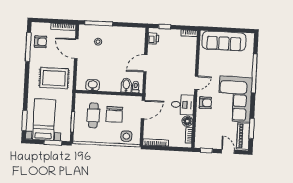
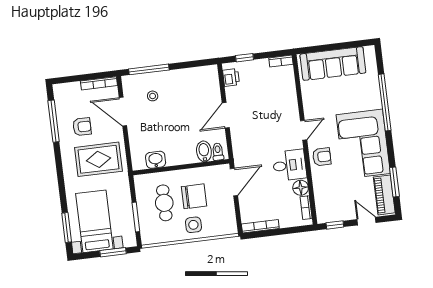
armchair: (41, 42) -> (82, 127), moved
chair: (114, 114) -> (194, 196), turned -90
side table: (126, 136) -> (193, 225), moved

